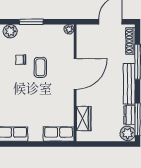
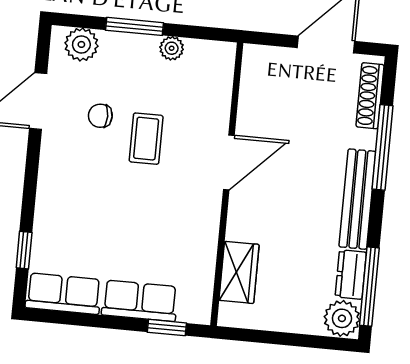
plant: (69, 29) -> (172, 48), moved
door: (75, 74) -> (229, 162), width x0.73
row of seats: (59, 134) -> (140, 301), moved
window: (56, 144) -> (167, 328), added

